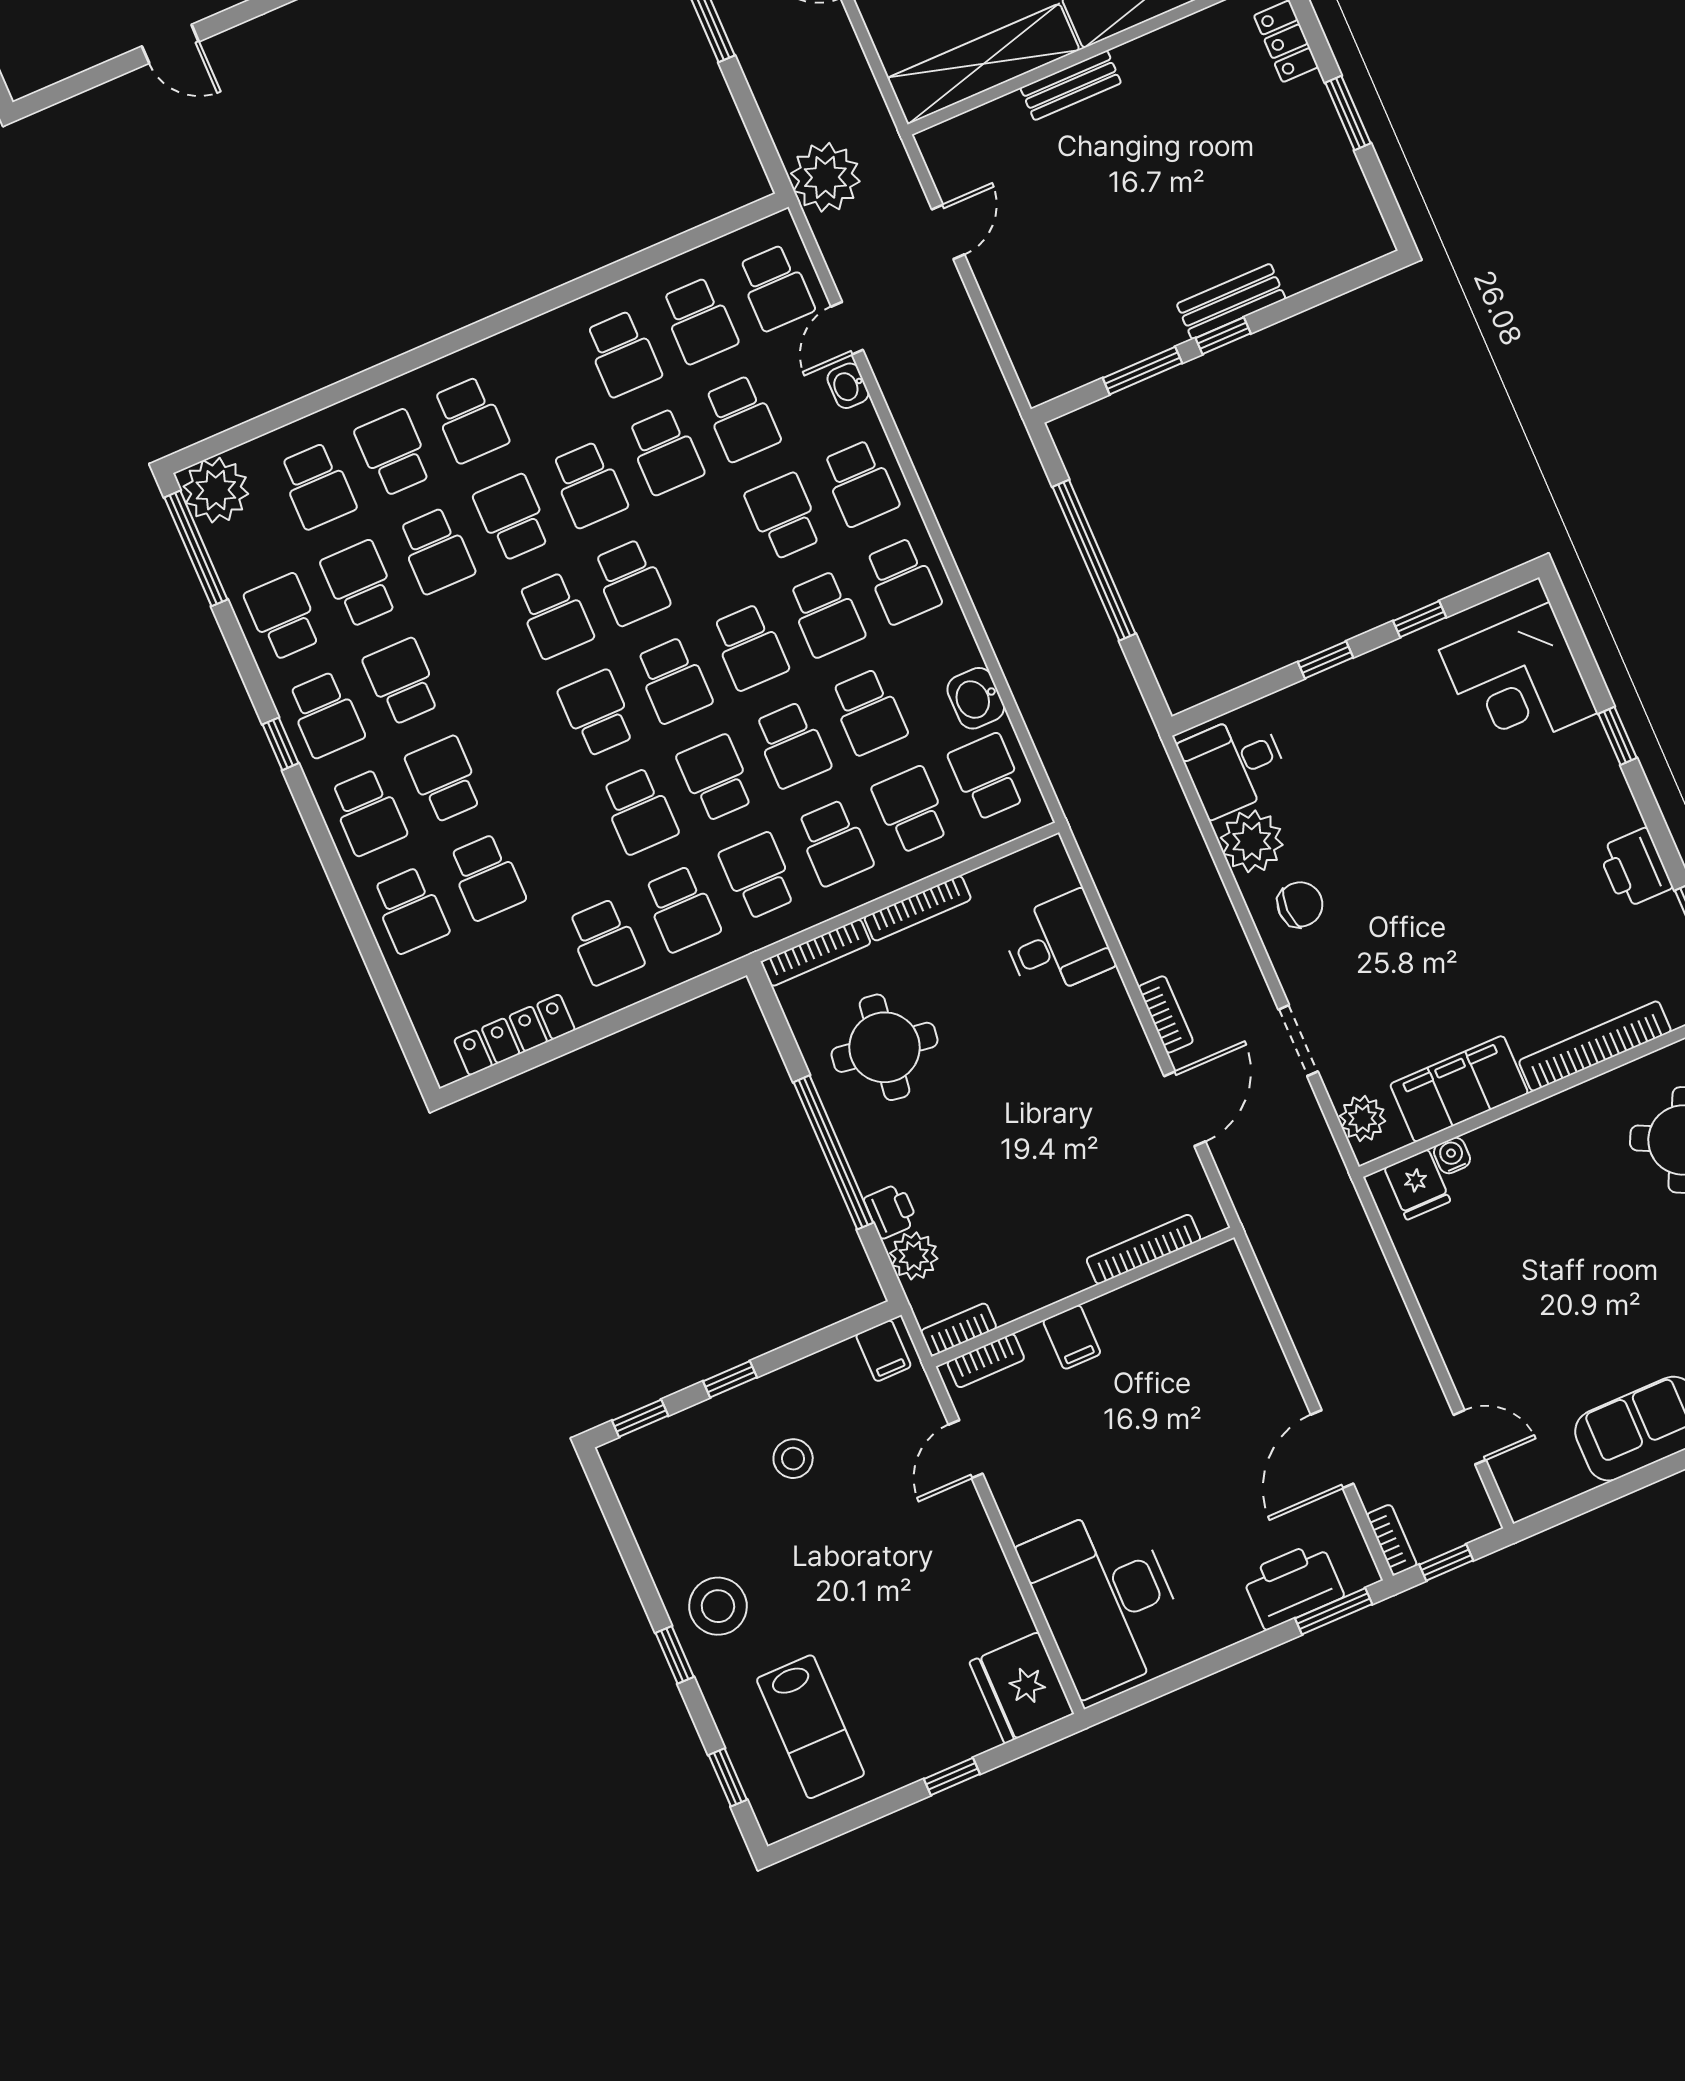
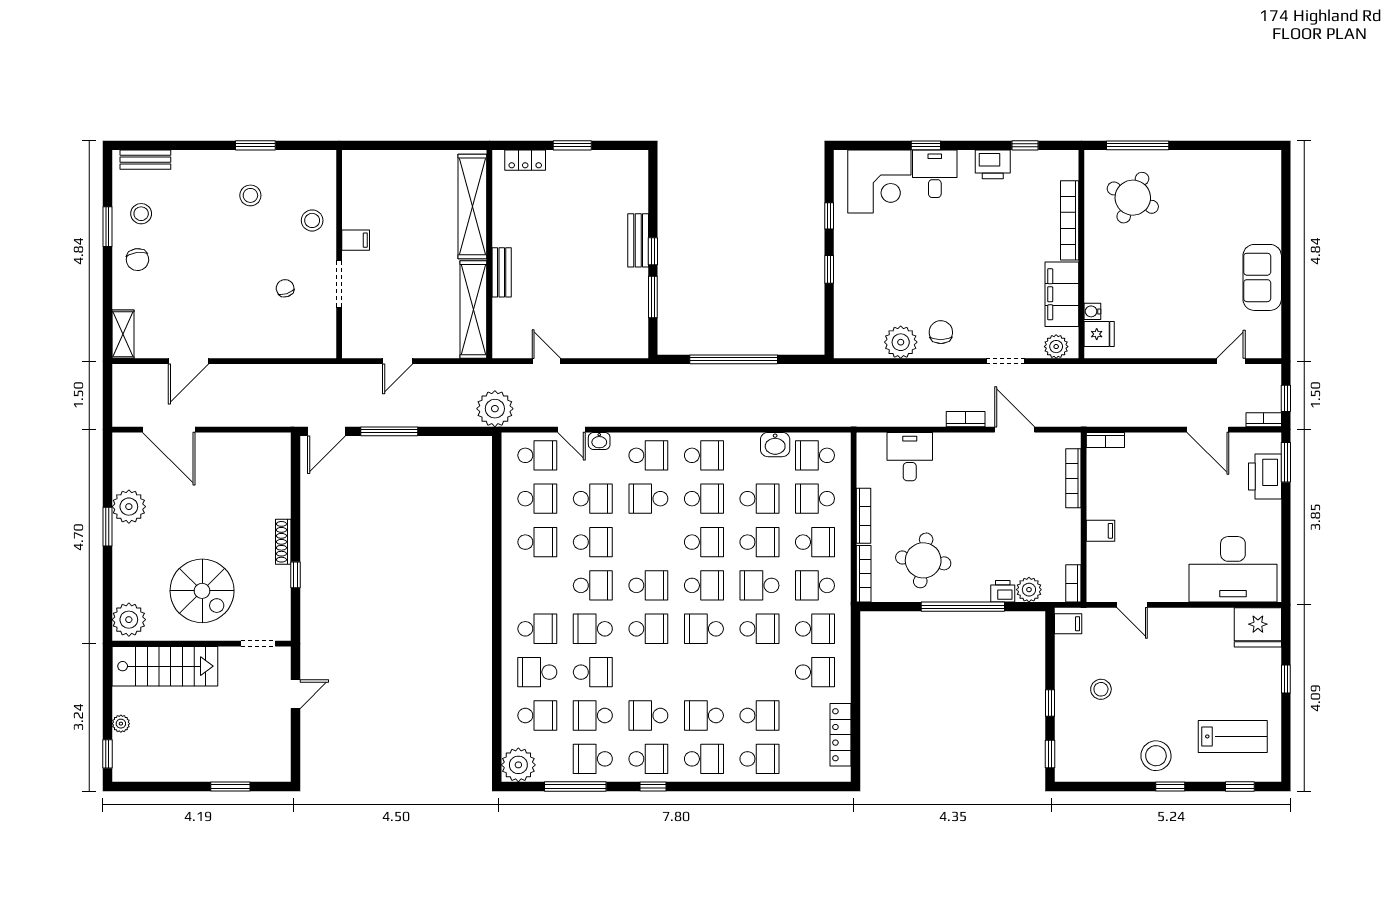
window: (196, 548) -> (575, 786), moved
desk: (1234, 765) -> (935, 174), moved, turned 180
bookcase: (986, 1361) -> (1105, 440), moved, turned 90

